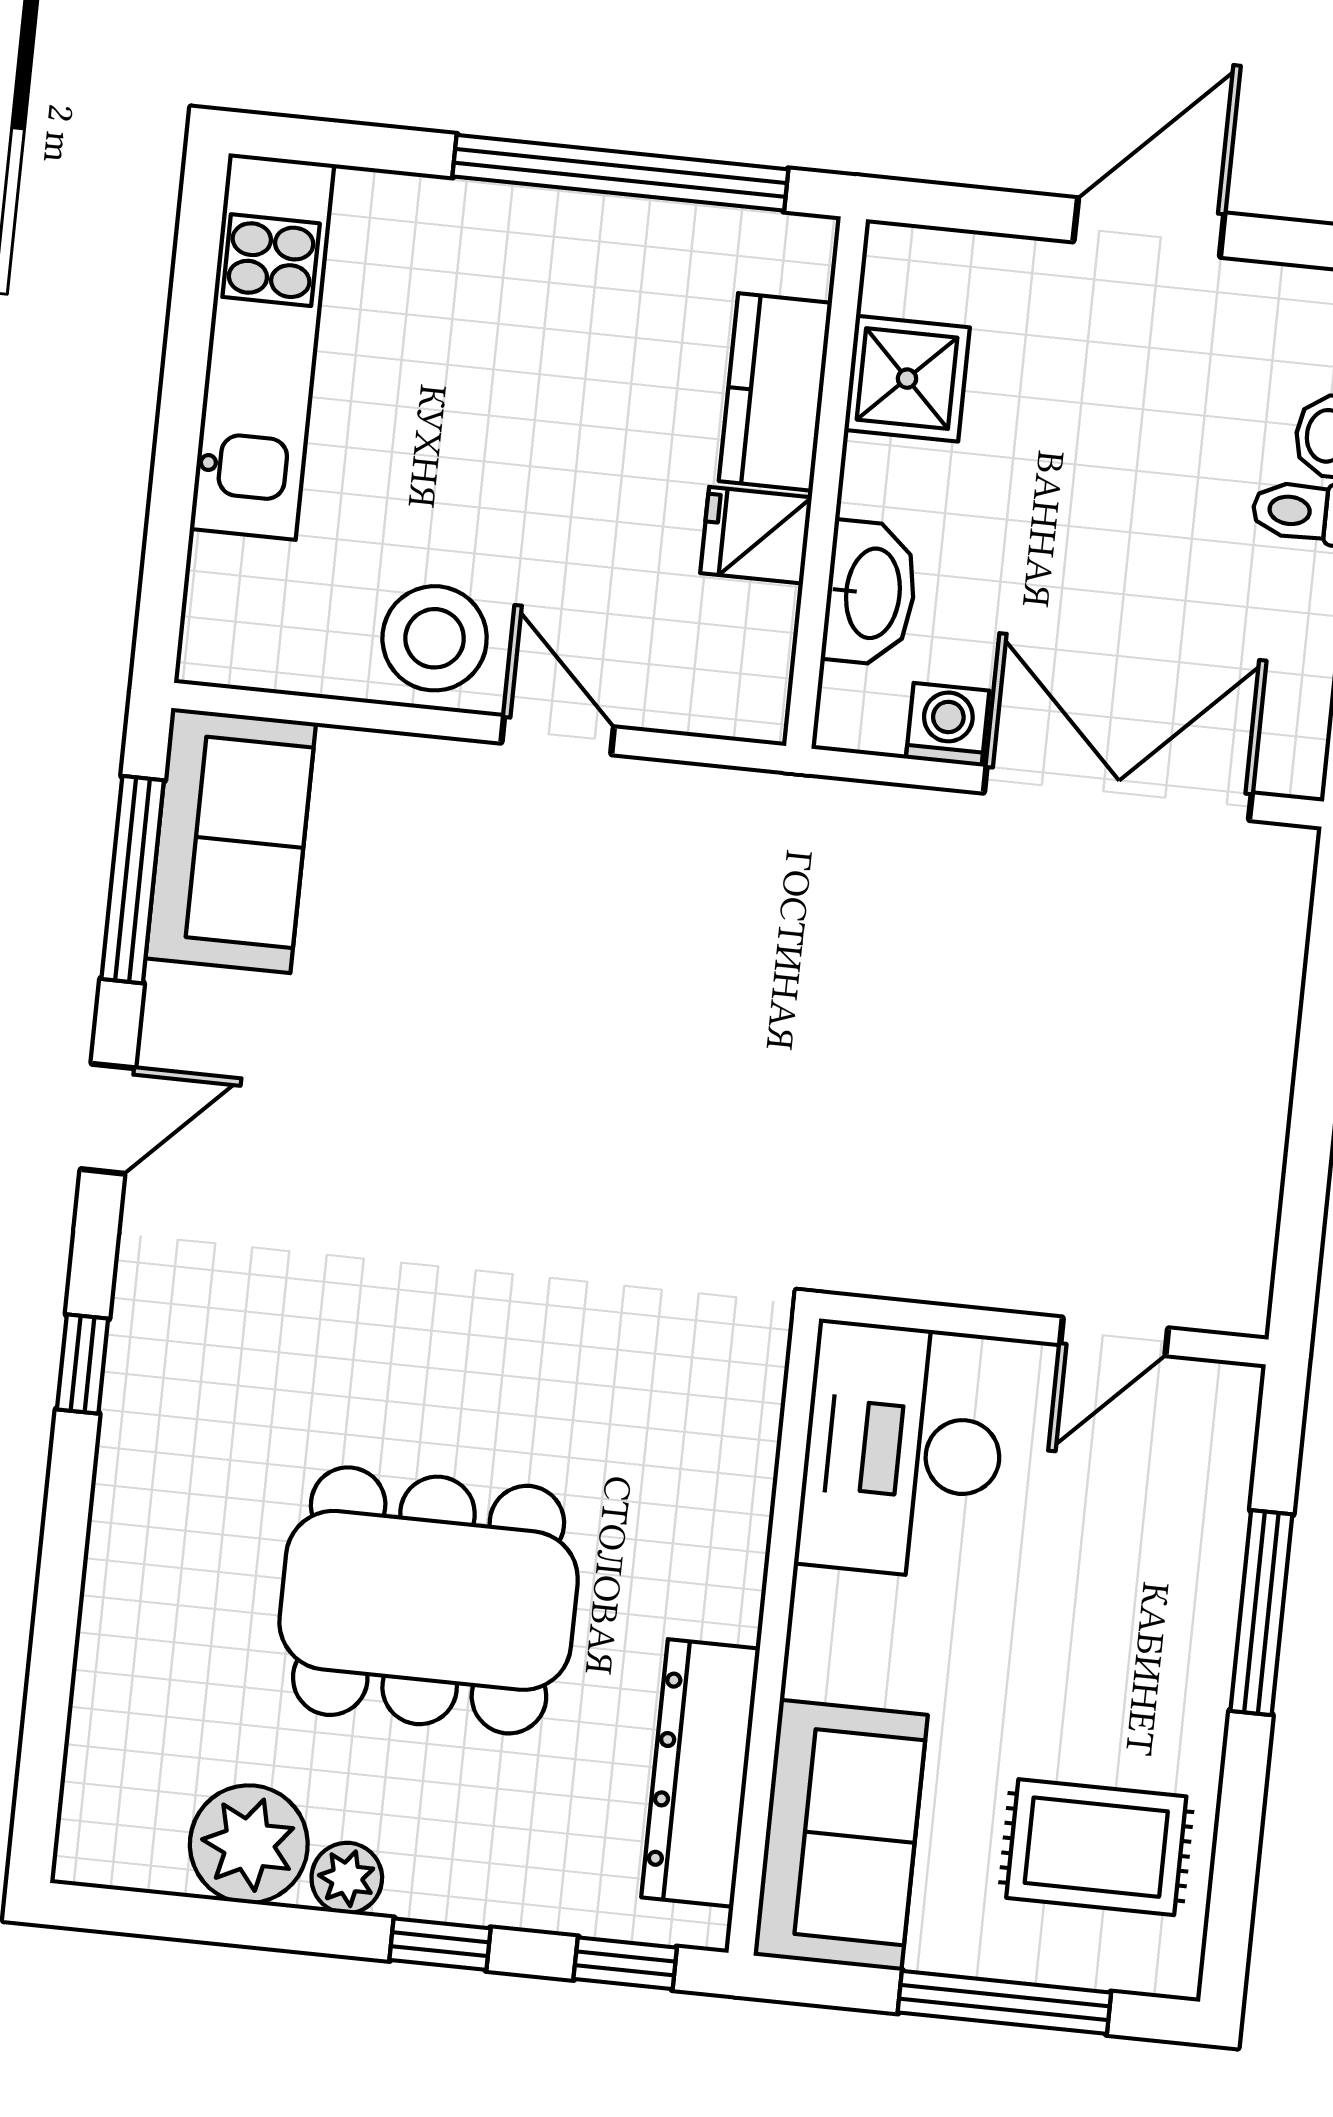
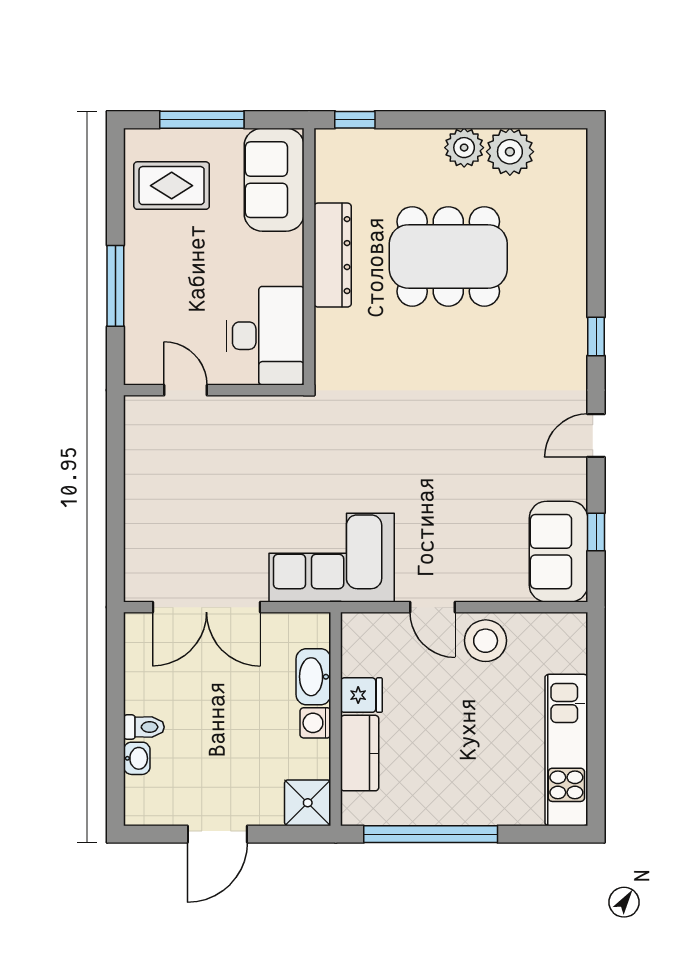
shower: (907, 379) -> (308, 803), moved
washing machine: (948, 725) -> (315, 723), moved, turned 90
window: (133, 880) -> (596, 532), width x0.46
corner sofa: (795, 884) -> (332, 558), added
door: (1114, 1336) -> (186, 390), hinge flipped
dresser: (701, 1773) -> (333, 255), moved
plant: (347, 1878) -> (464, 148), width x1.38, depth x1.38
window: (440, 1944) -> (430, 120), removed

